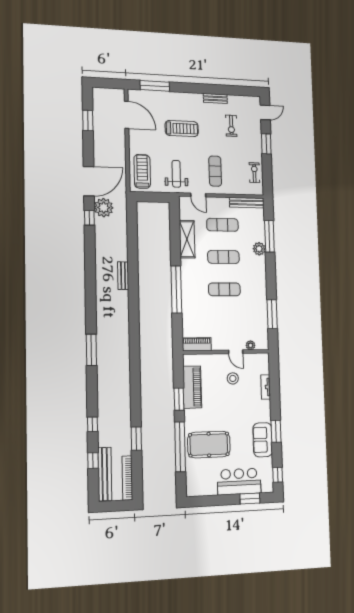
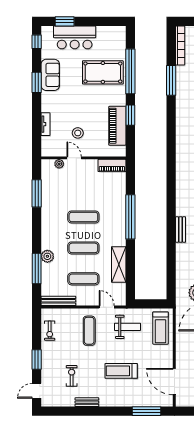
weight bench: (176, 174) -> (128, 327), turned -90
window: (136, 439) -> (171, 80), width x1.44

